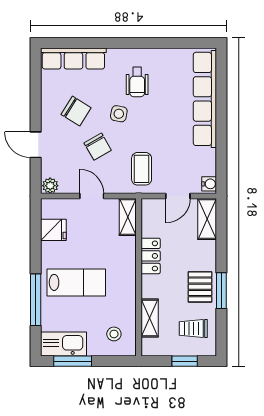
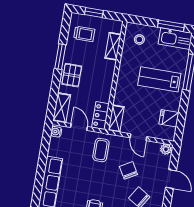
side table: (119, 114) -> (110, 191), removed
door: (178, 196) -> (79, 127), hinge flipped
locker: (151, 256) -> (100, 116), moved
pallet: (200, 287) -> (72, 75), moved

